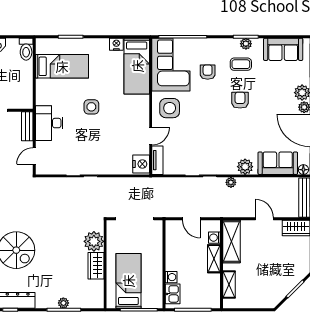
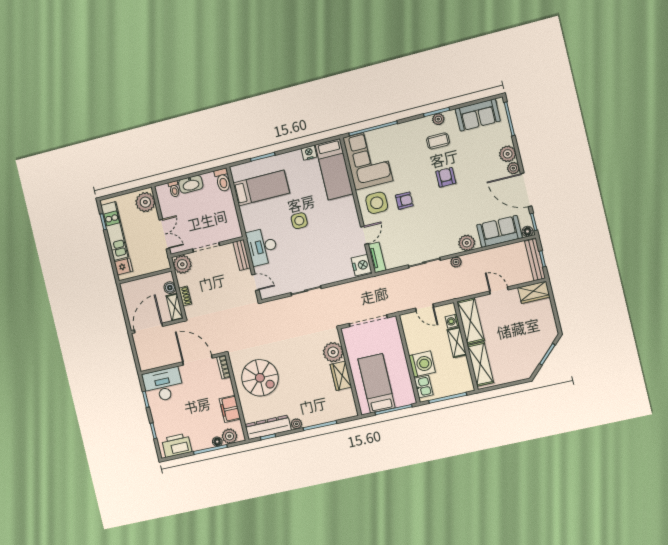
armchair: (208, 72) -> (404, 201), moved, turned 90
door: (34, 156) -> (255, 282), swing flipped
washing machine: (171, 277) -> (422, 364), width x1.89, depth x1.89
shelving: (229, 284) -> (480, 364), width x1.50, depth x1.33
plant: (63, 303) -> (296, 424), moved

